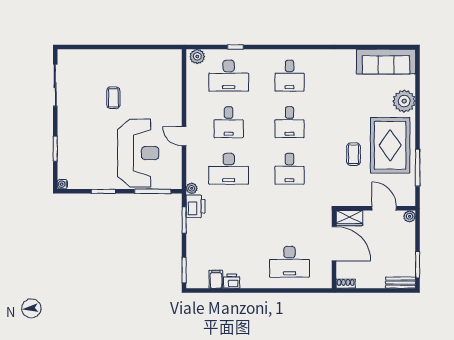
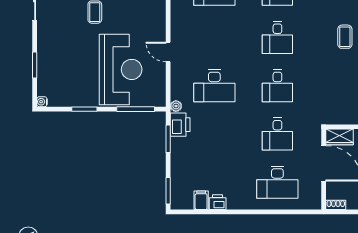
desk: (229, 122) -> (277, 134), moved
coffee table: (353, 154) -> (345, 37), moved

